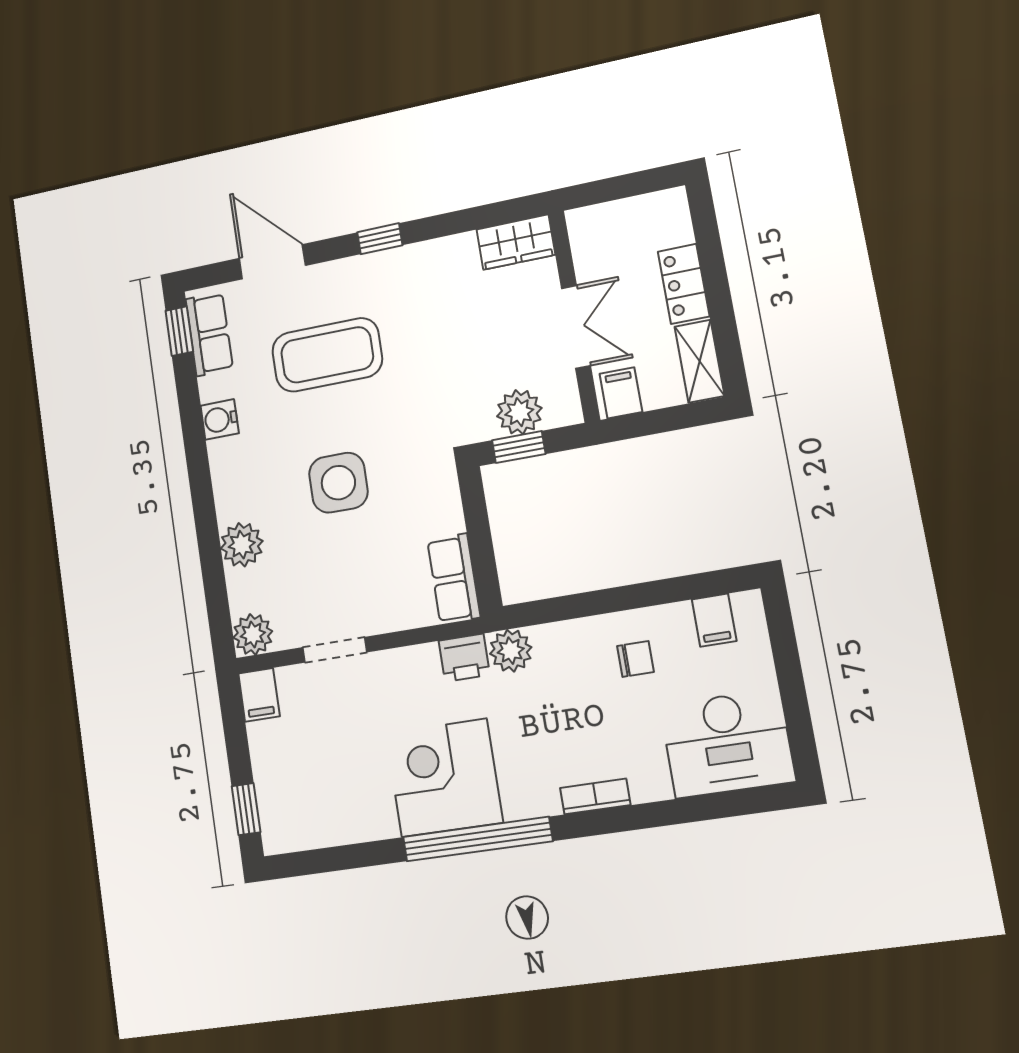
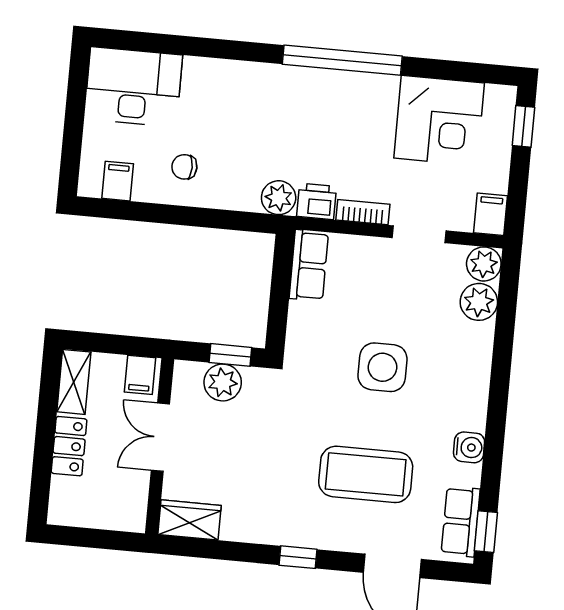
plant: (242, 545) -> (479, 302), moved
corner desk: (444, 778) -> (439, 121), moved
bookcase: (595, 796) -> (363, 212), moved, turned 180

